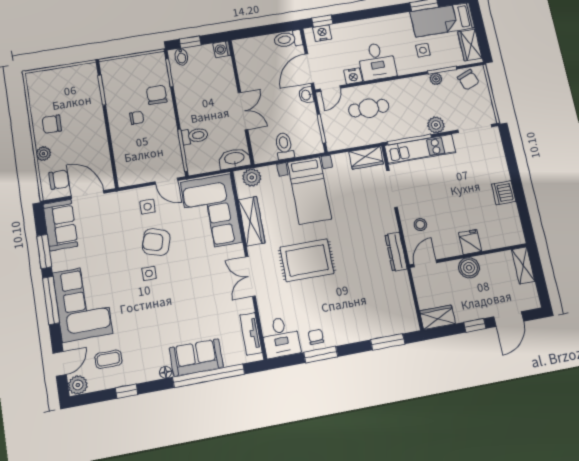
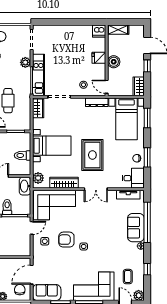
dishwasher: (504, 193) -> (99, 31), moved
armchair: (156, 242) -> (66, 240), turned 73
bed with nightstands: (379, 307) -> (126, 119), added

